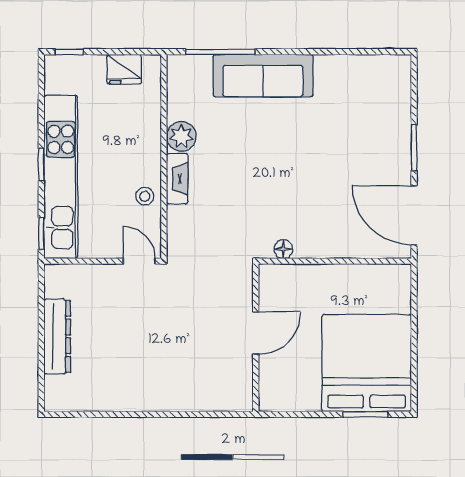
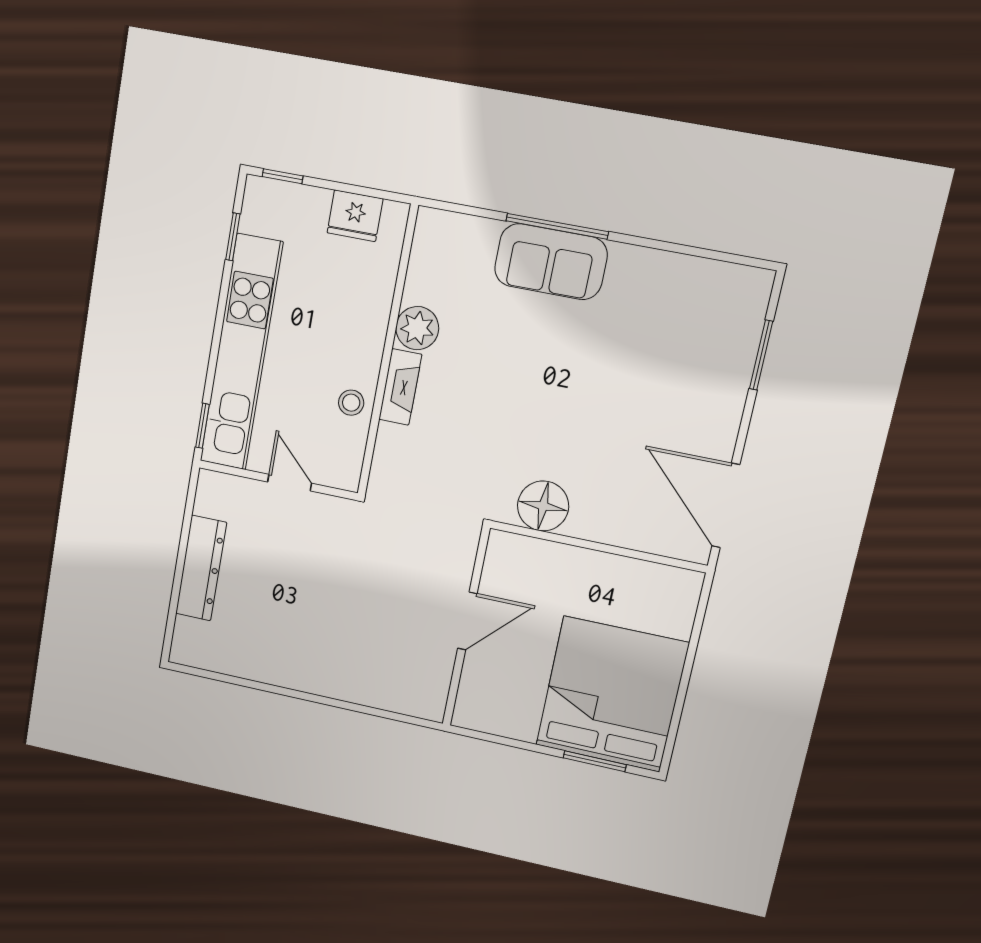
window: (220, 52) -> (557, 226), moved
sofa: (263, 76) -> (551, 262), width x0.73
window: (414, 148) -> (761, 355), moved
window: (41, 165) -> (233, 237), moved
floor lamp: (283, 249) -> (543, 506), width x1.89, depth x1.89
door: (139, 261) -> (290, 483), moved

